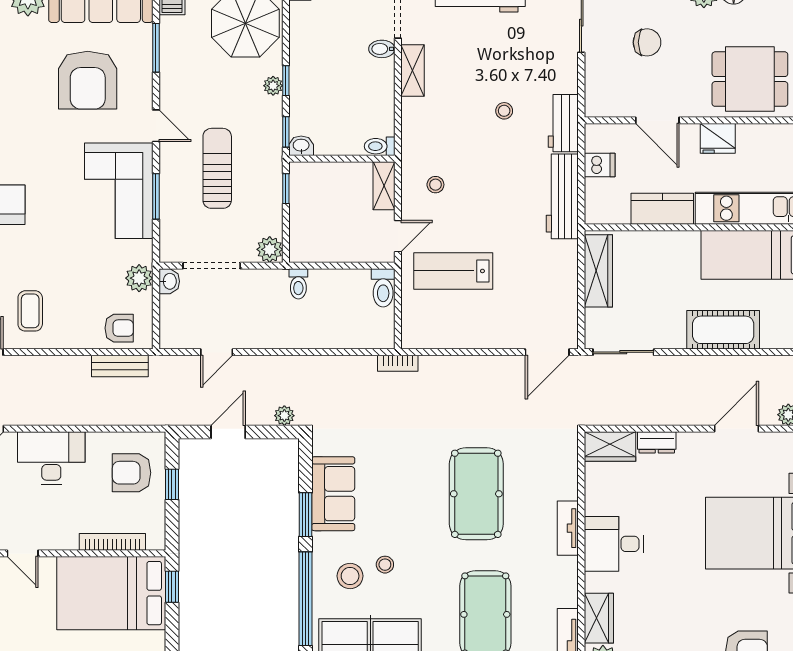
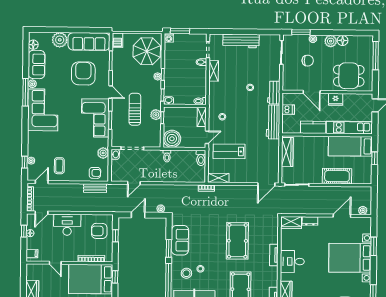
armchair: (88, 80) -> (83, 73), turned 180
boiler: (310, 241) -> (172, 139), added
plant: (270, 249) -> (156, 115), moved
shelving: (427, 337) -> (218, 178), added

